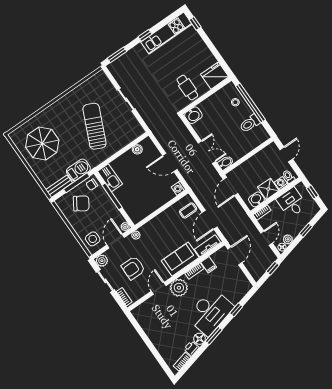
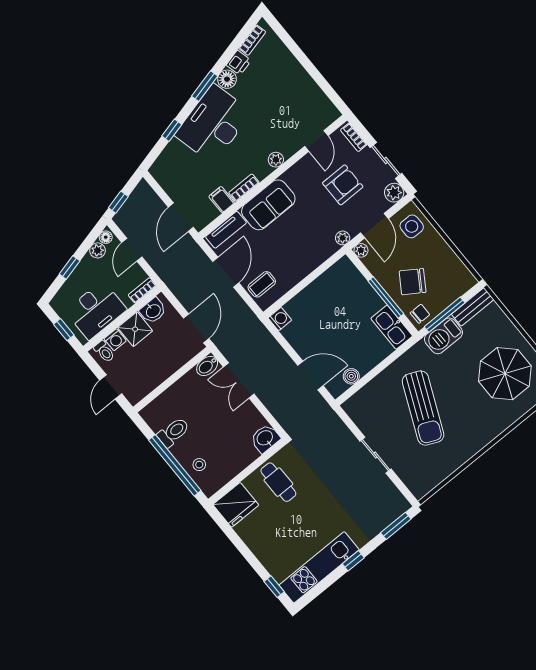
door: (170, 163) -> (310, 375), moved
chair: (81, 203) -> (413, 282), moved
desk: (292, 203) -> (96, 310), width x1.37
door: (159, 288) -> (316, 141), moved
plant: (179, 288) -> (276, 160), width x0.53, depth x0.53

